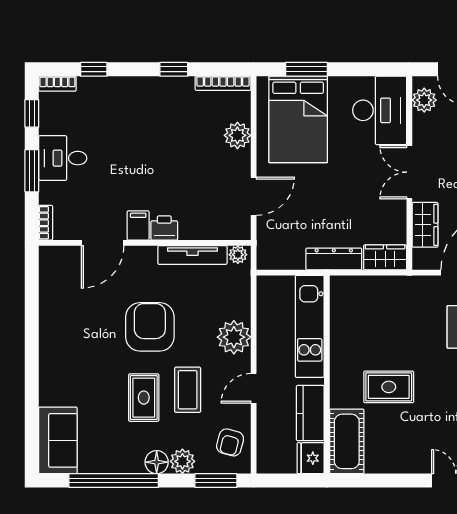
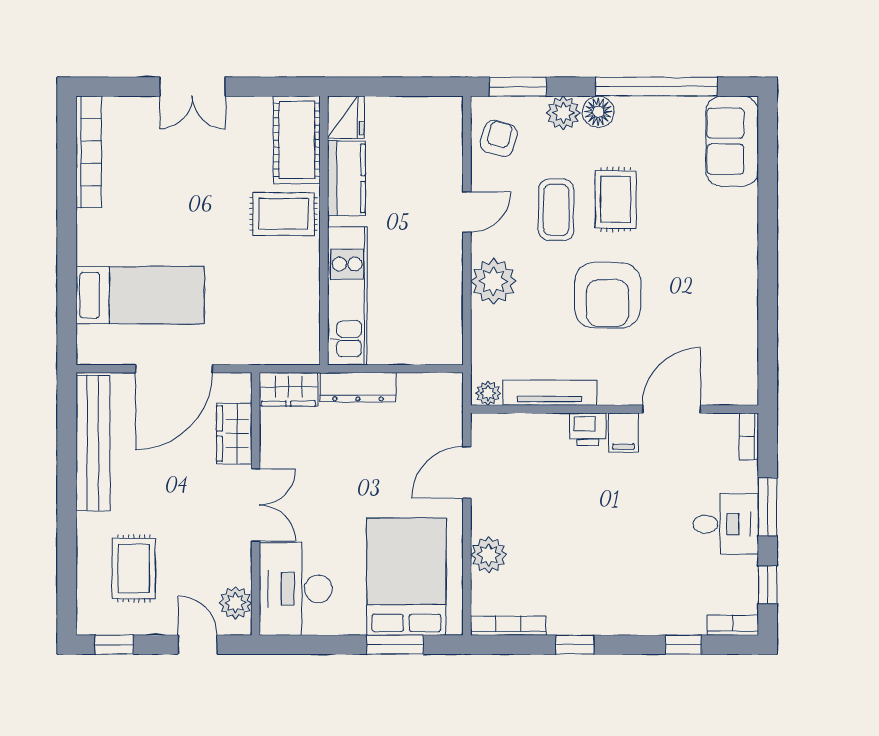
kitchen unit: (310, 326) -> (347, 296), moved
wall: (327, 375) -> (324, 231), moved
kitchen counter: (310, 413) -> (346, 178), moved
cot: (347, 441) -> (297, 140), moved
fridge: (311, 458) -> (346, 117), moved

